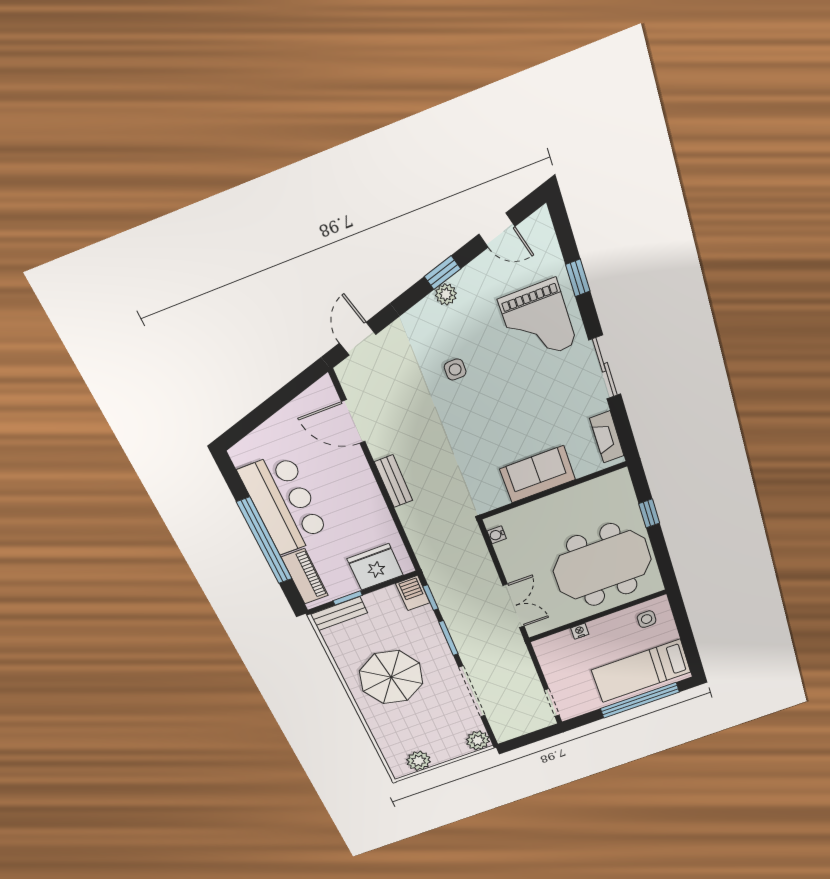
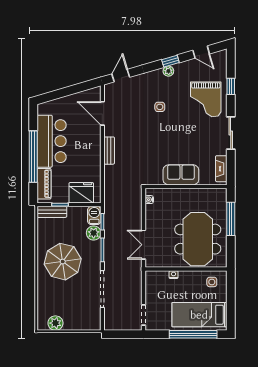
window: (649, 513) -> (231, 219), width x2.17
meeting table: (602, 565) -> (198, 239), turned 90
double door: (514, 606) -> (144, 245), swing flipped
plant: (478, 740) -> (94, 233), moved

